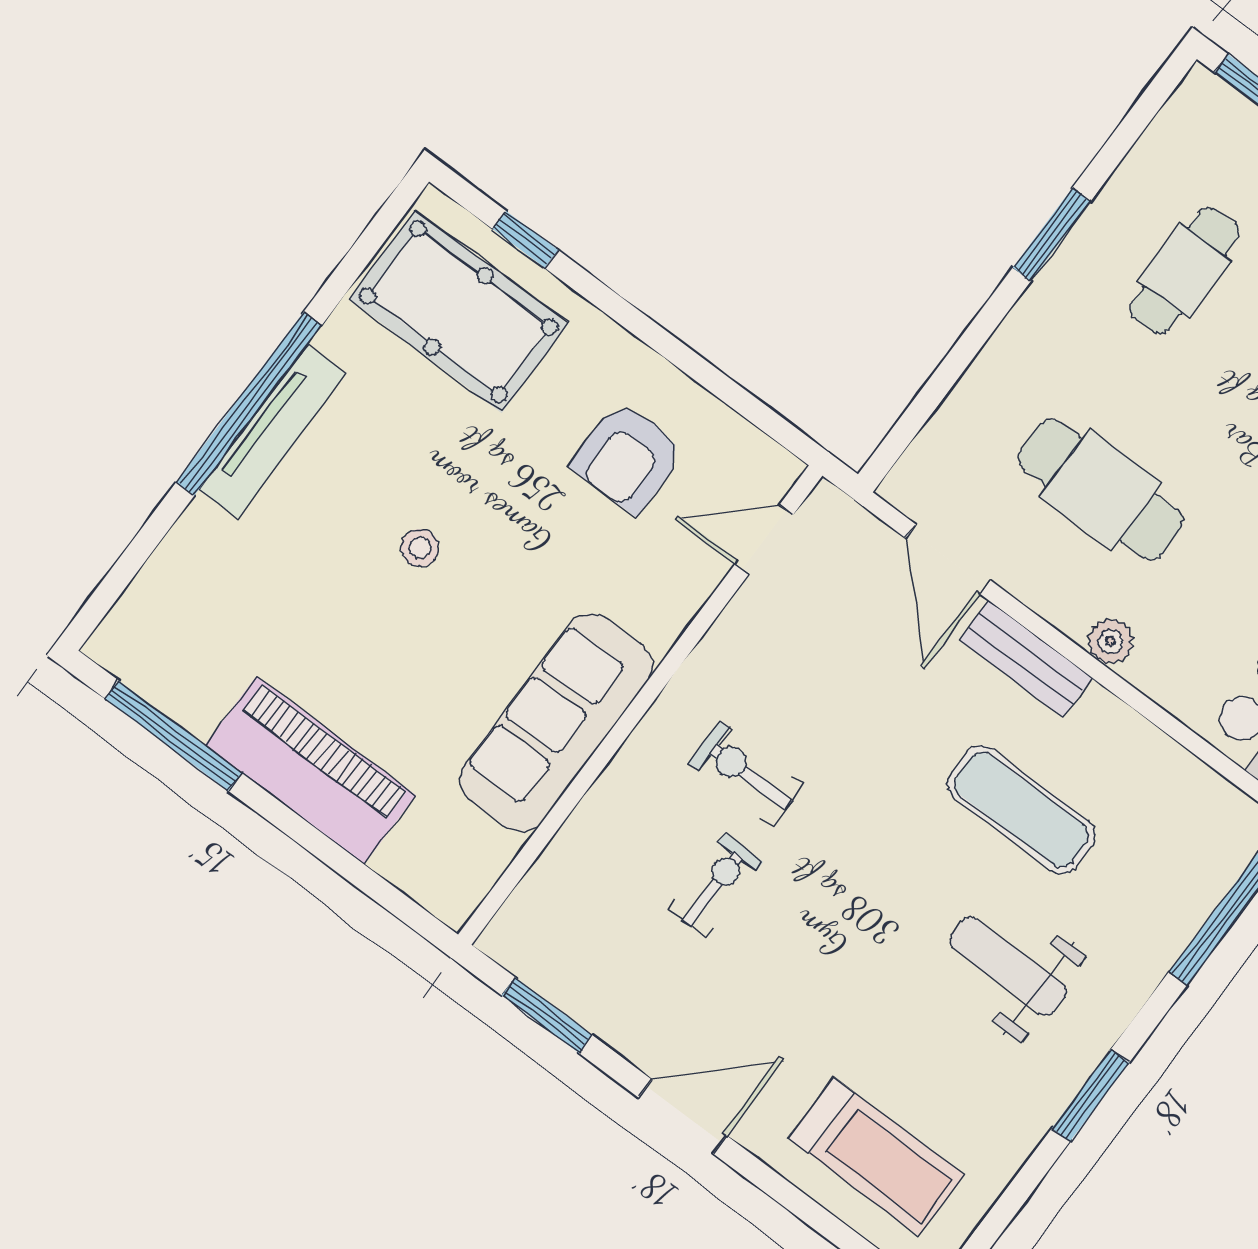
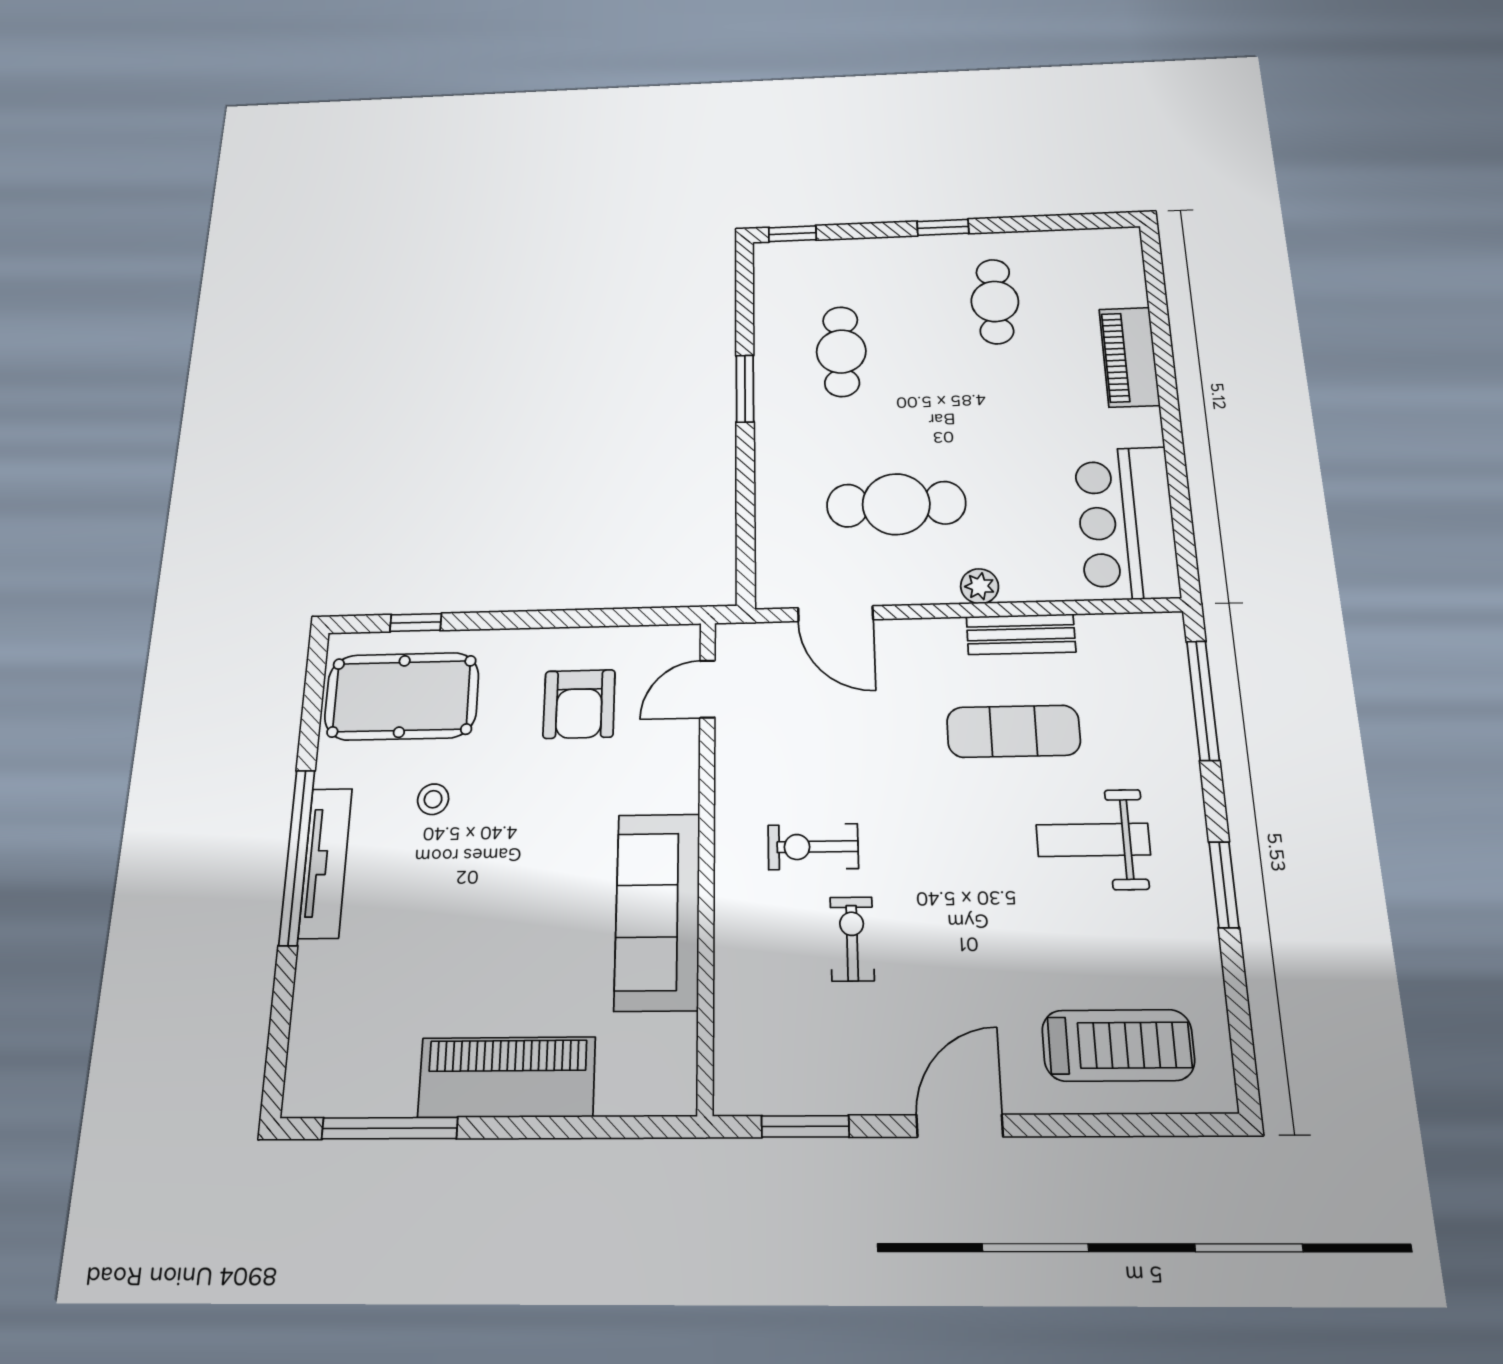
stool: (420, 548) -> (433, 799), moved
bench: (1026, 659) -> (1021, 634), moved

